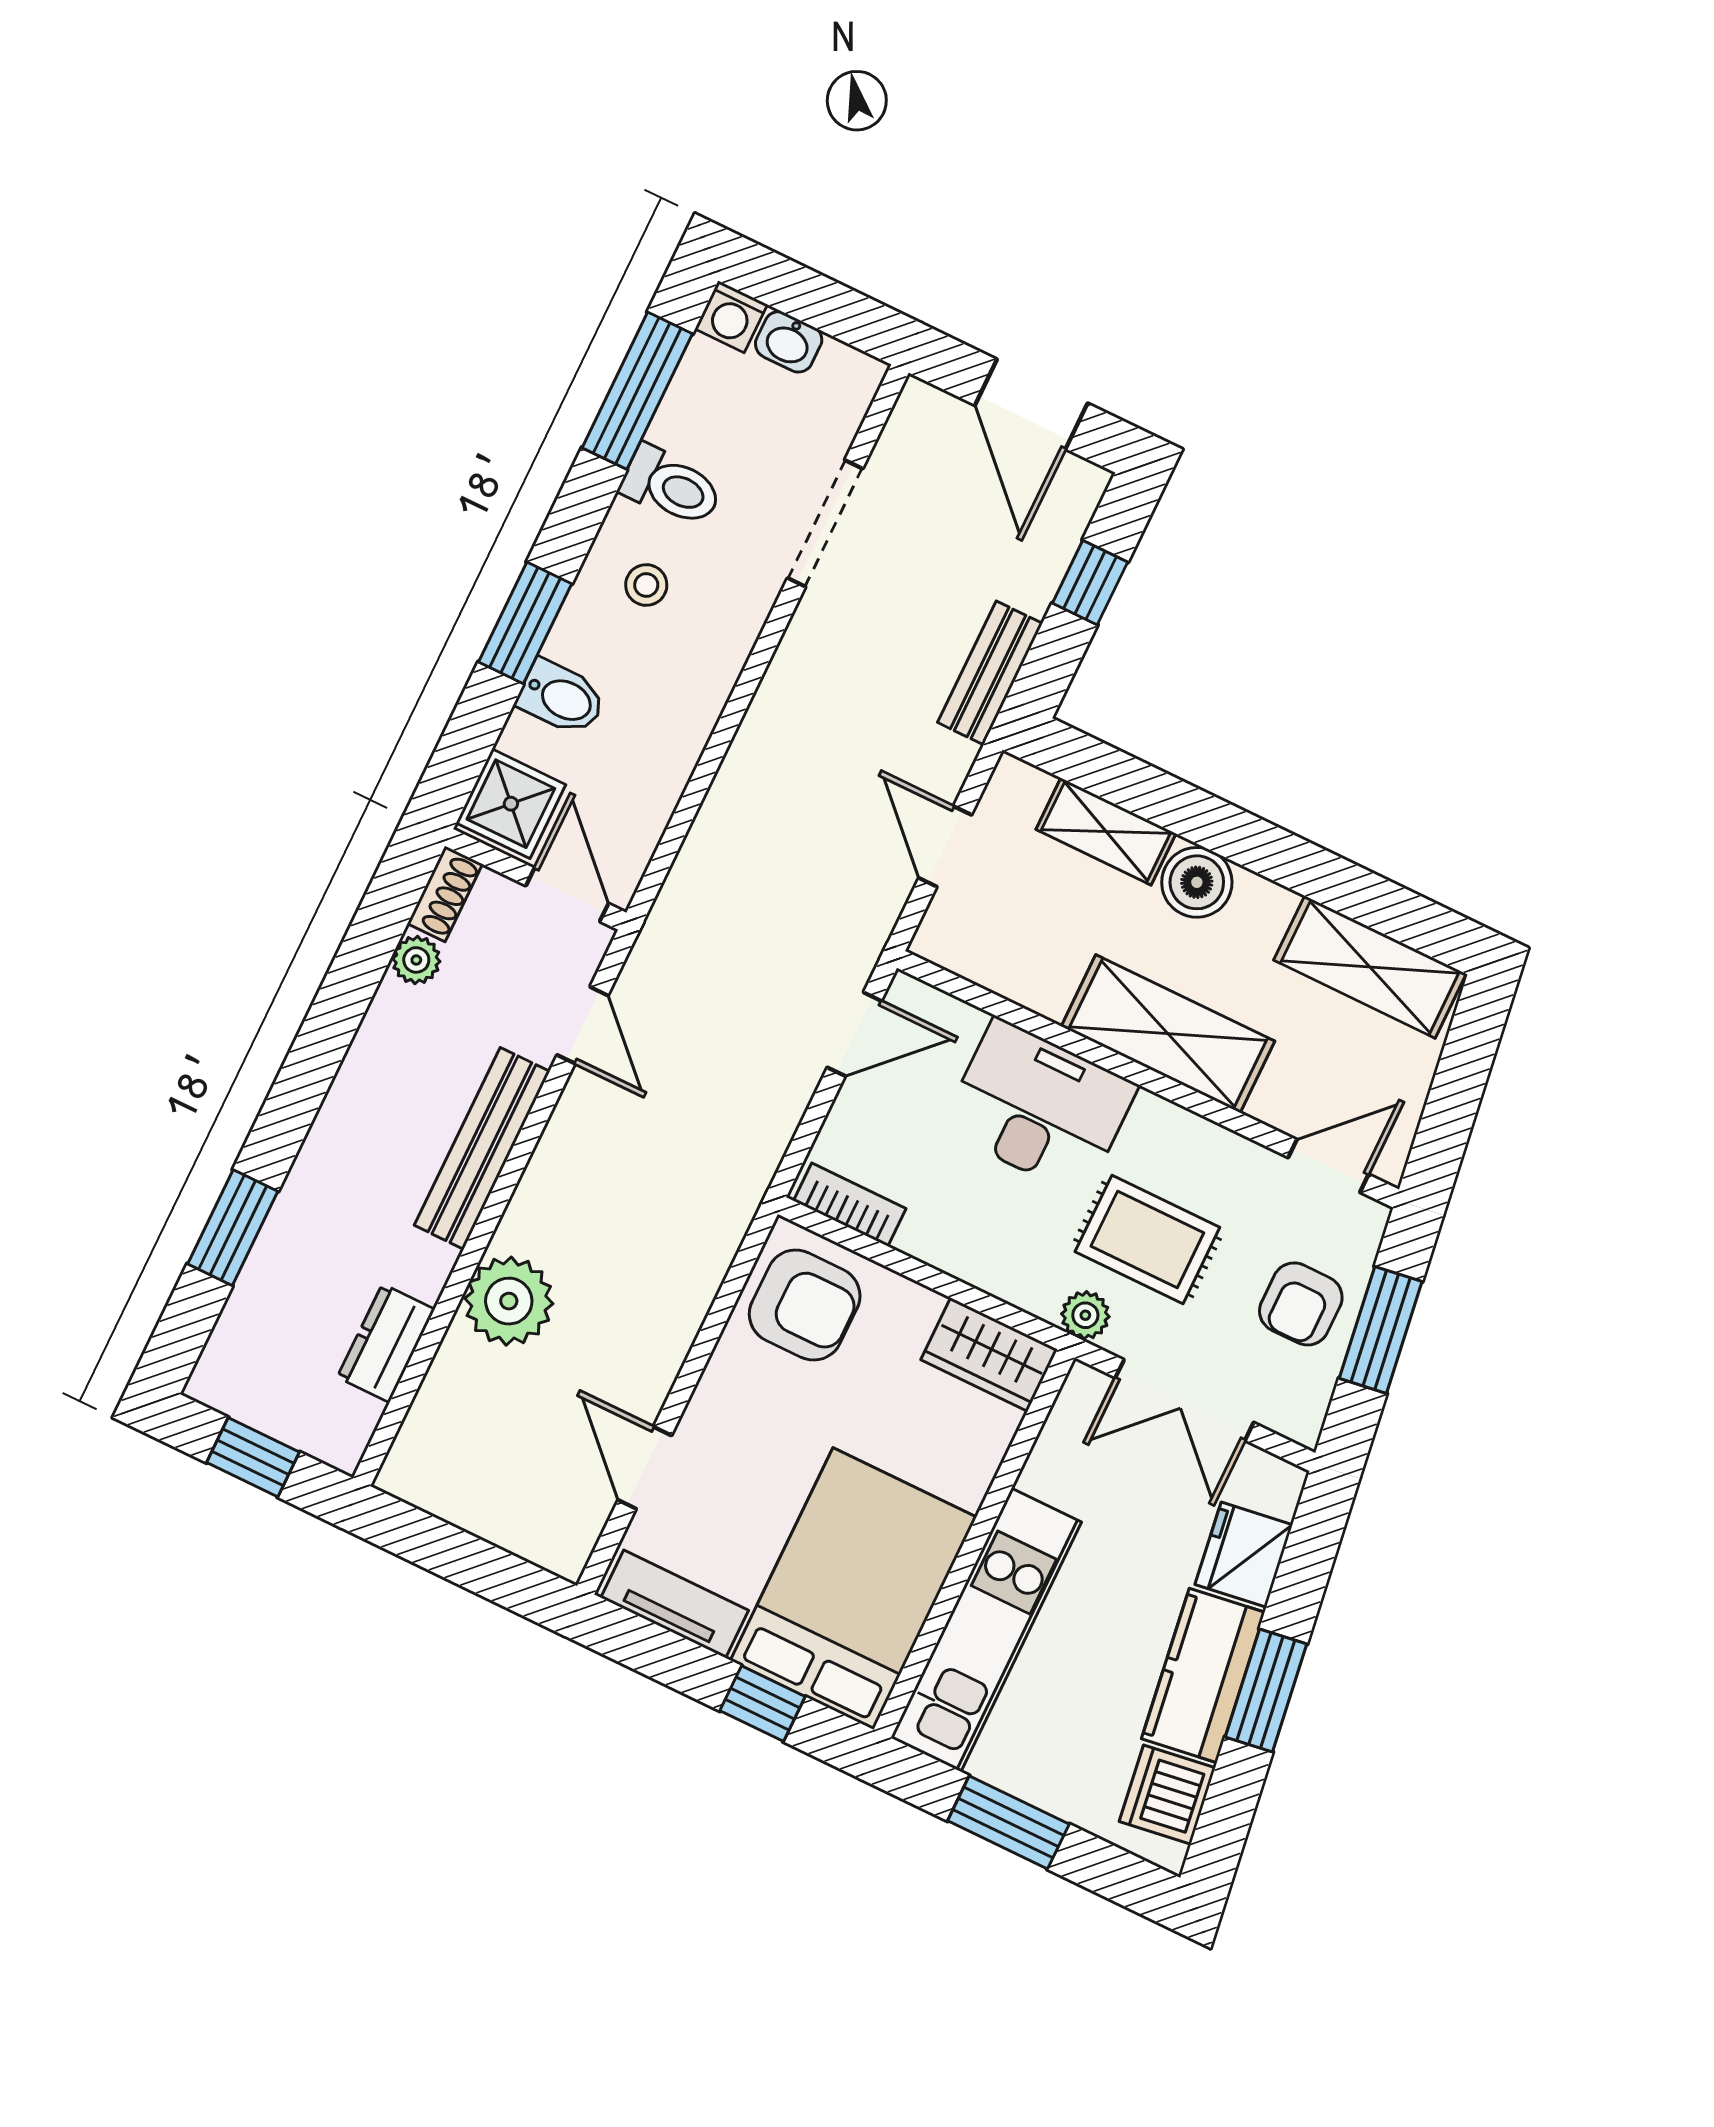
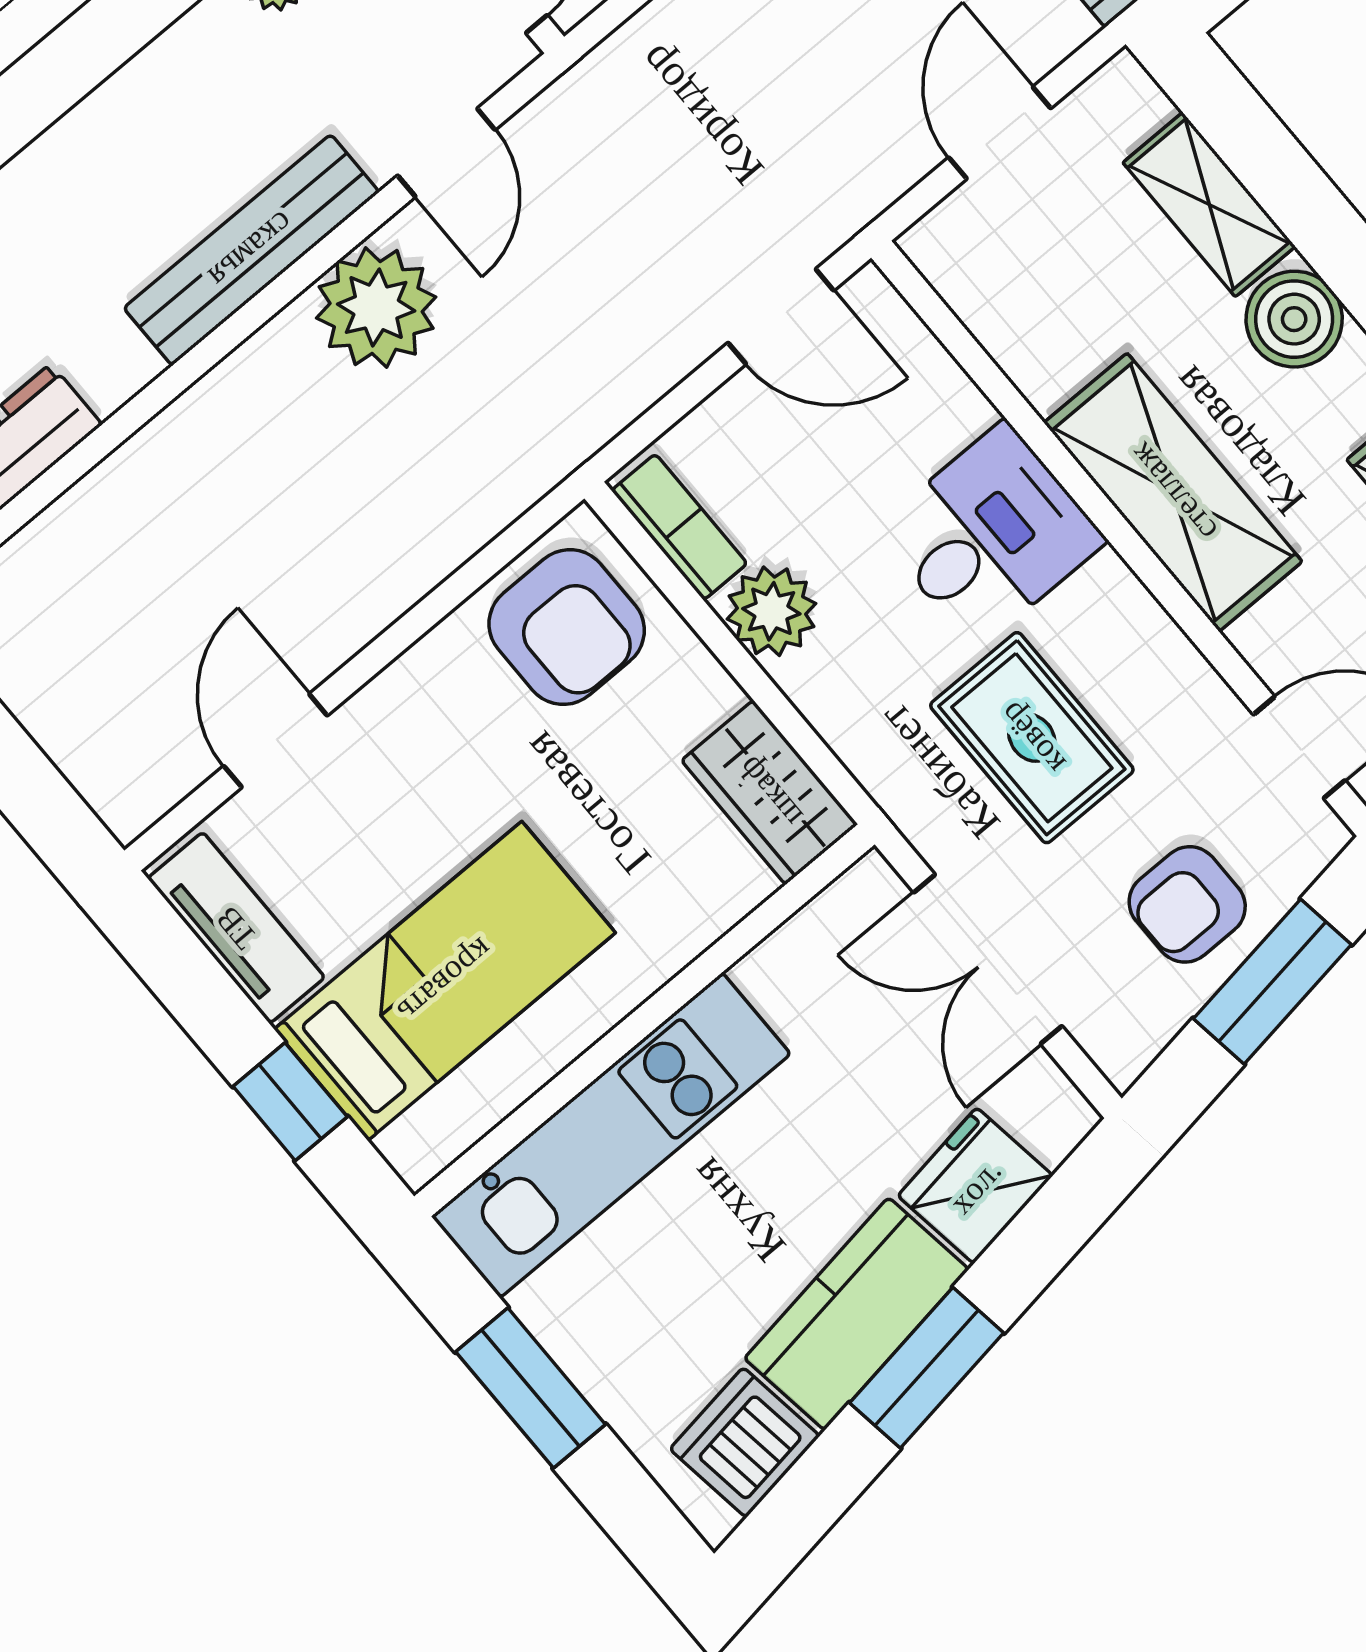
desk: (1039, 1107) -> (990, 535), width x0.73
plant: (509, 1301) -> (376, 307), moved
plant: (1085, 1315) -> (771, 611), moved, width x1.38, depth x1.38
bed: (853, 1589) -> (445, 981), width x0.67

